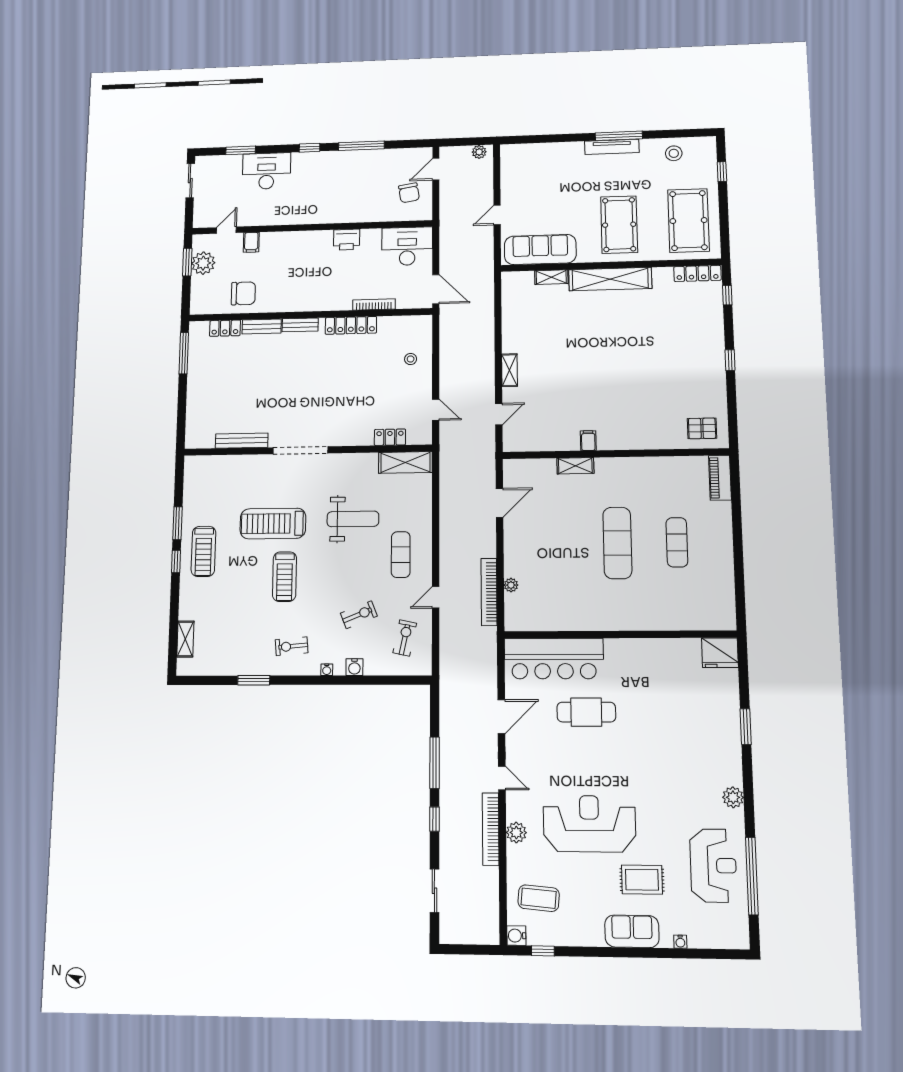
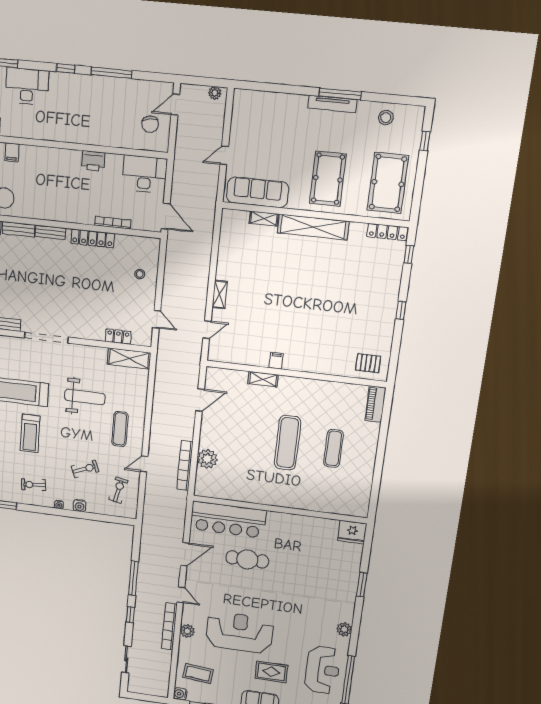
plant: (511, 585) -> (207, 459), width x1.88, depth x1.88

